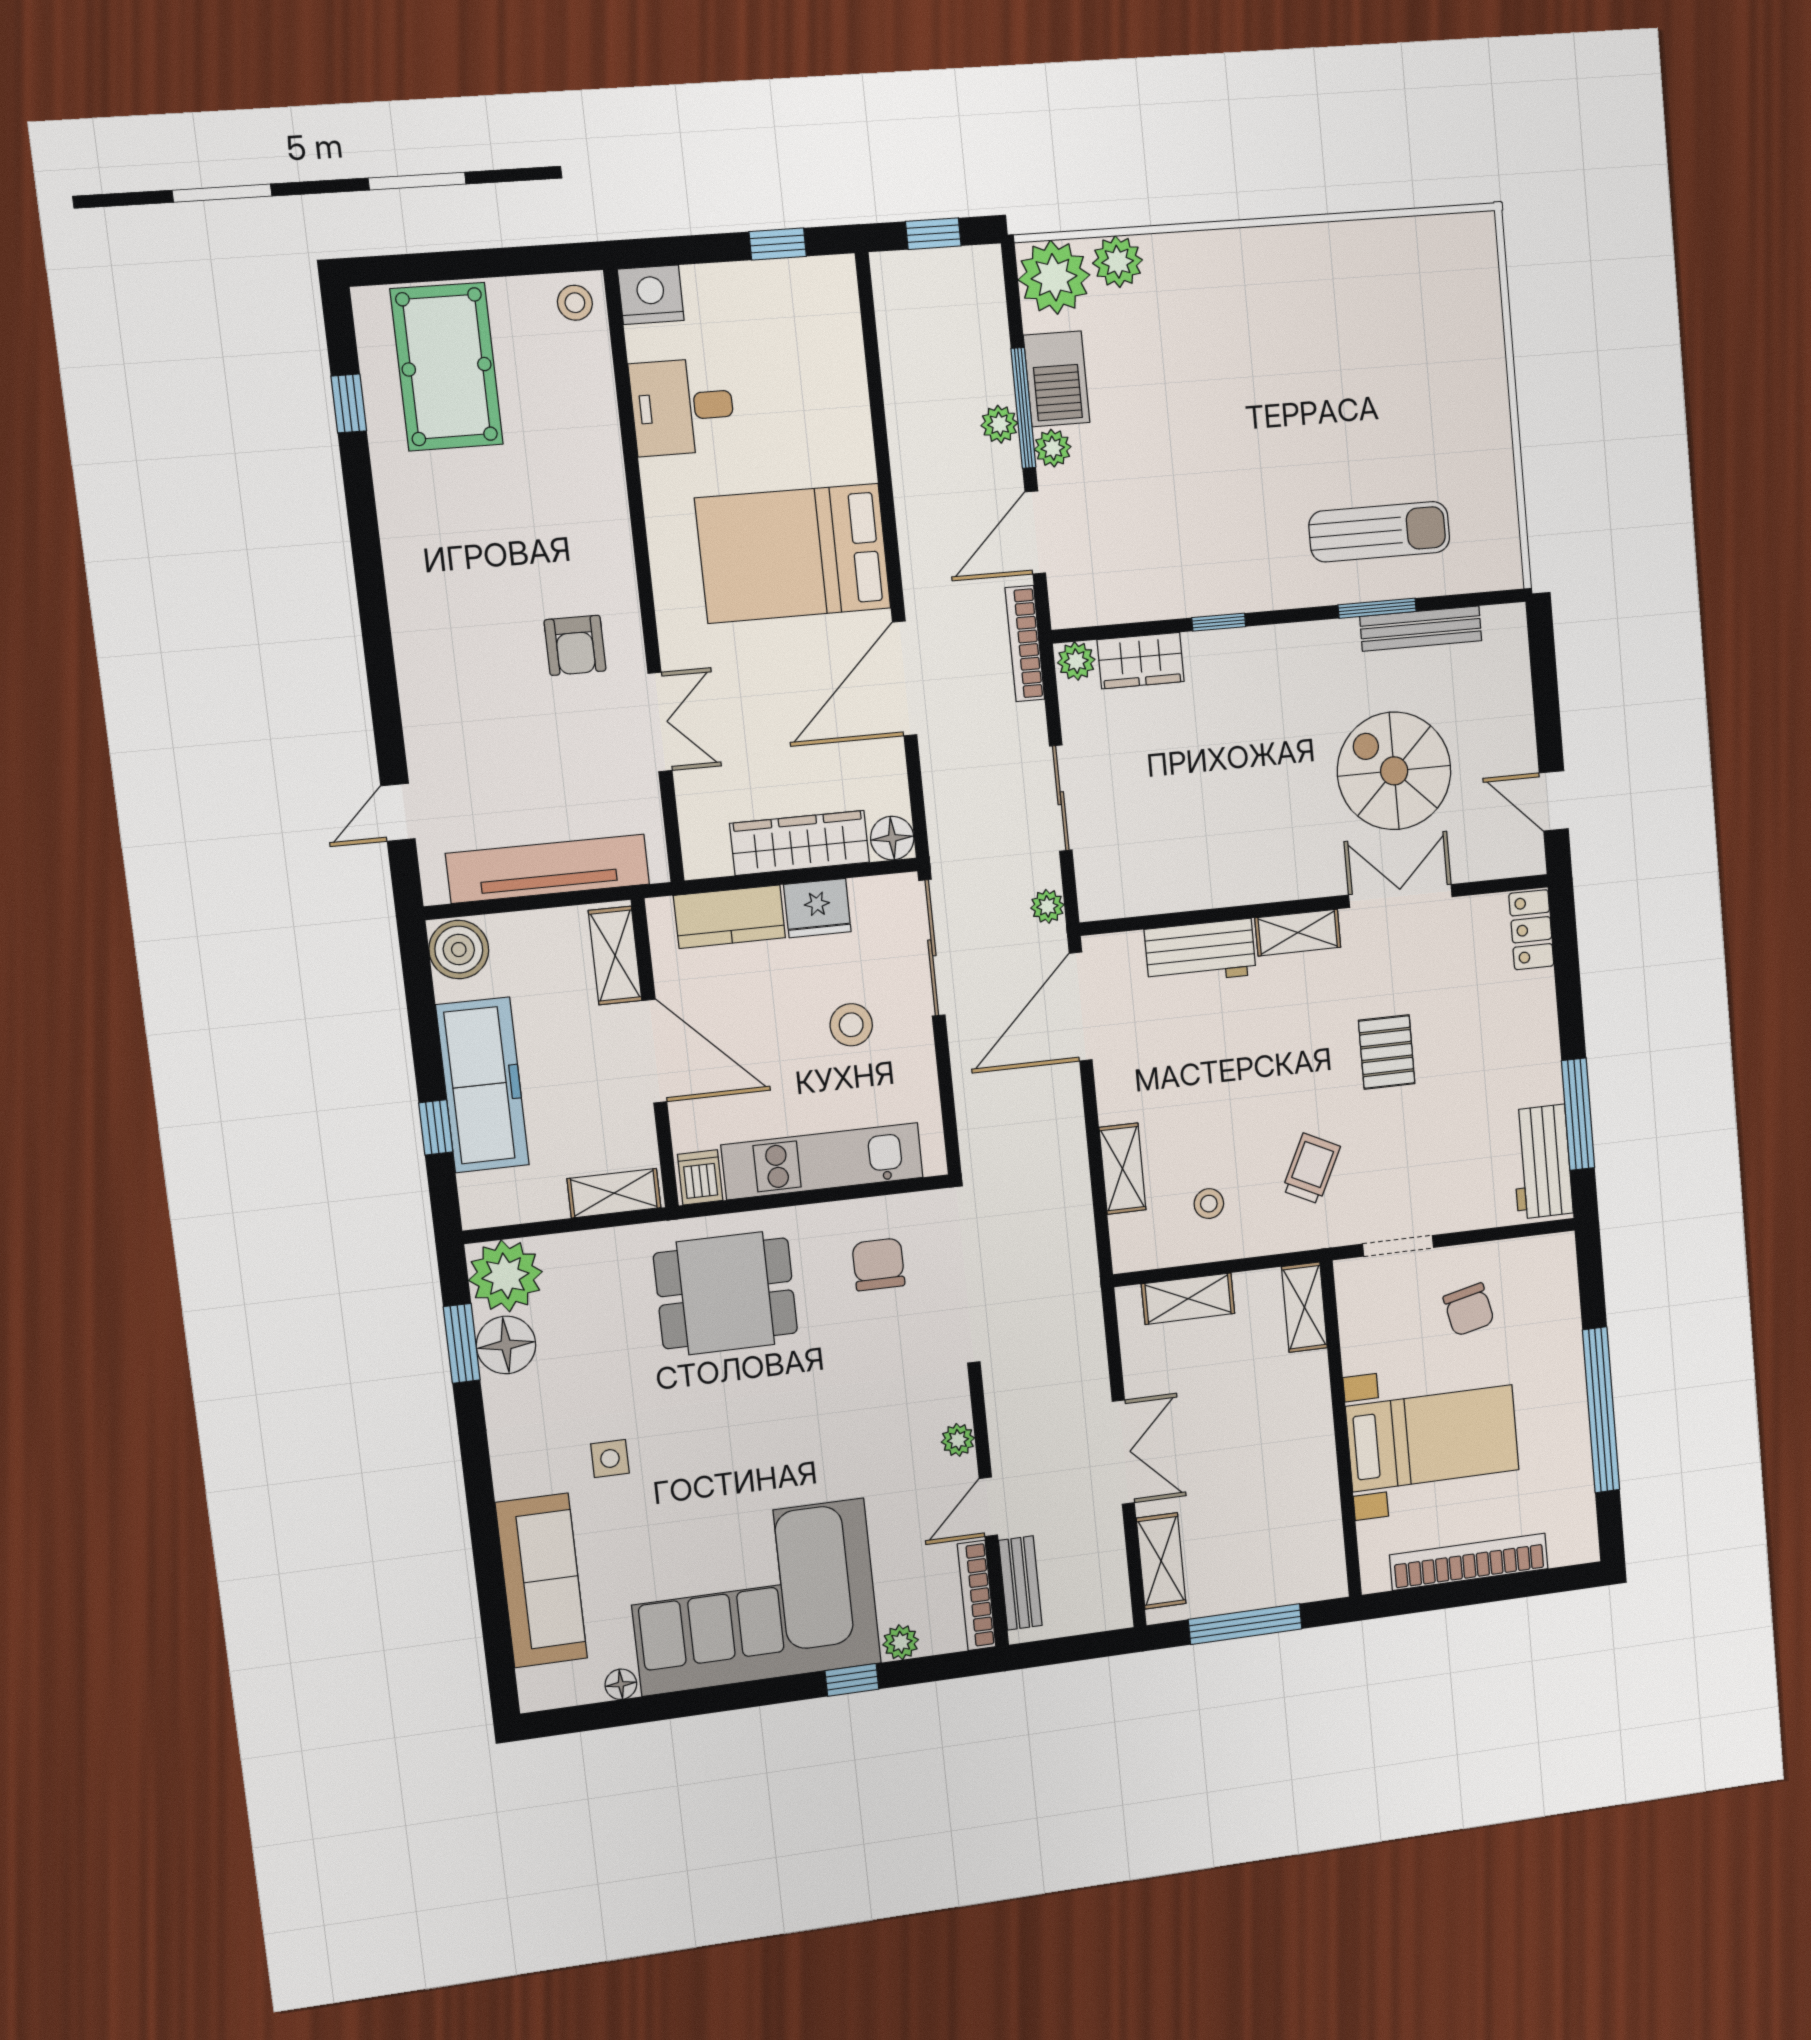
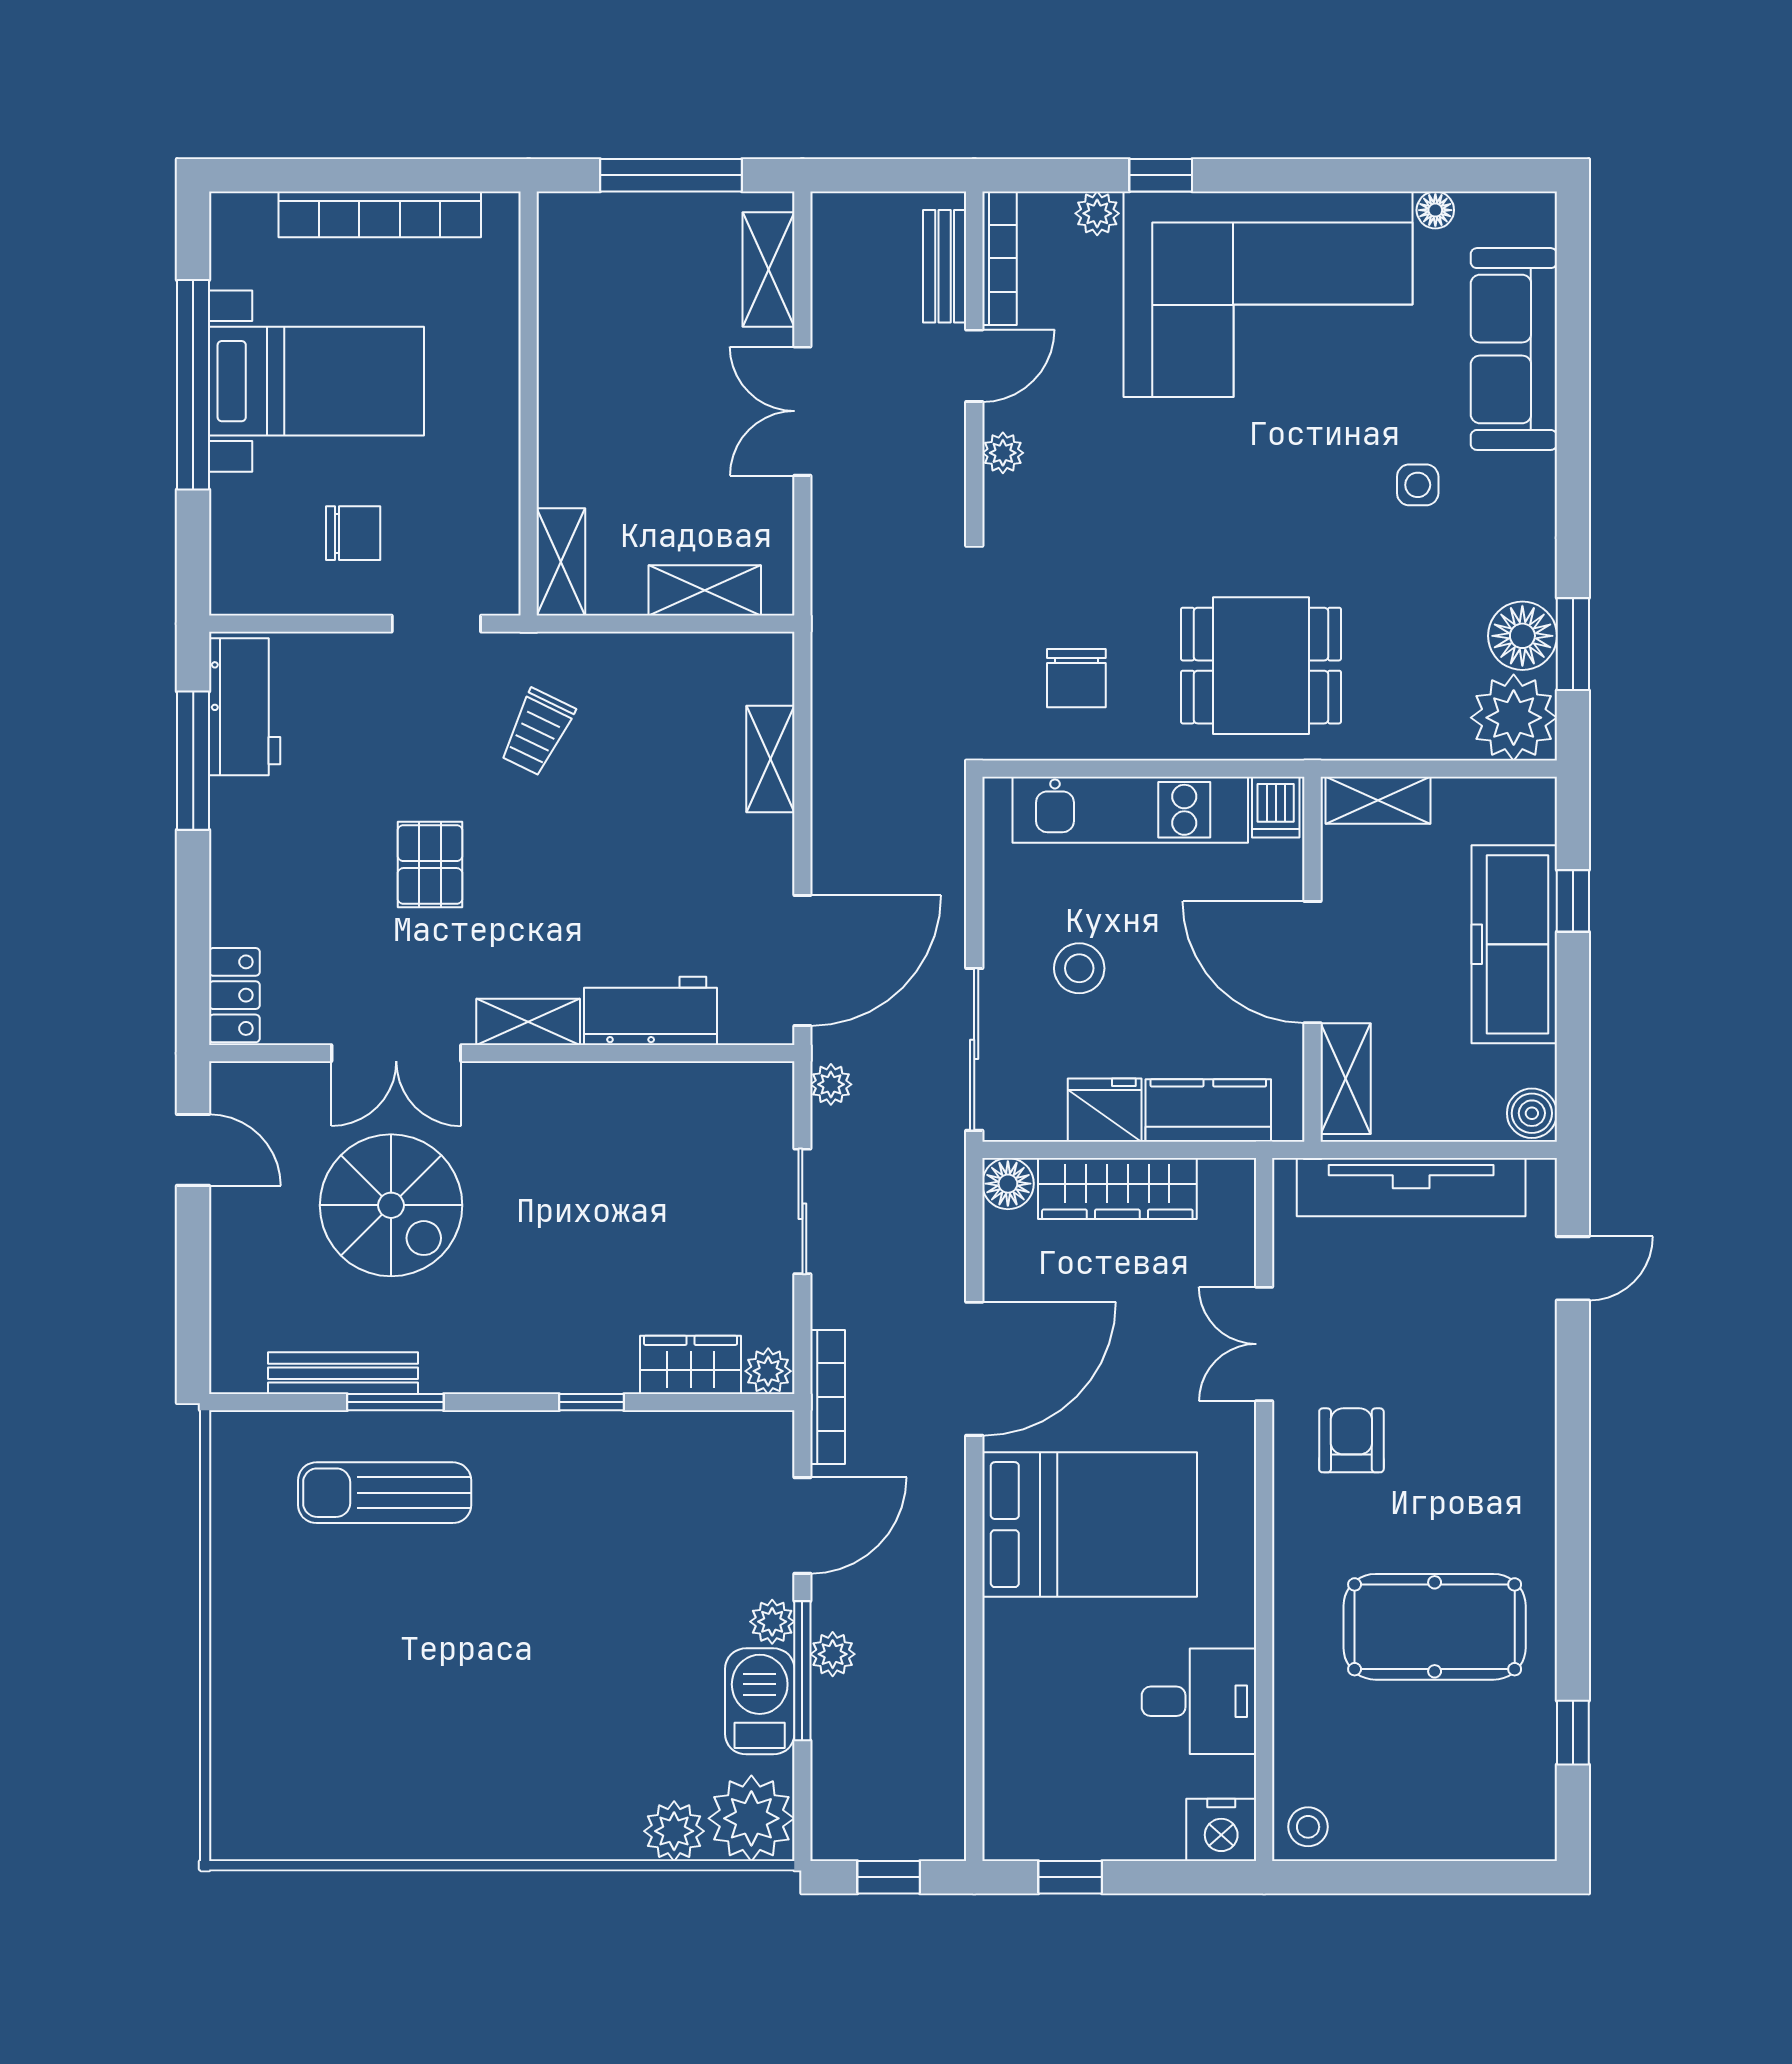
pool table: (447, 367) -> (1435, 1627), moved, turned 90
boiler: (459, 950) -> (1532, 1113), width x0.73, depth x0.73
stool: (1209, 1204) -> (668, 704), removed
chair: (1469, 1310) -> (353, 533), turned 103
bed with nightstands: (1433, 1438) -> (317, 381), moved, turned 180

